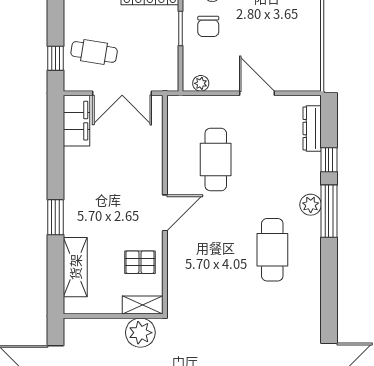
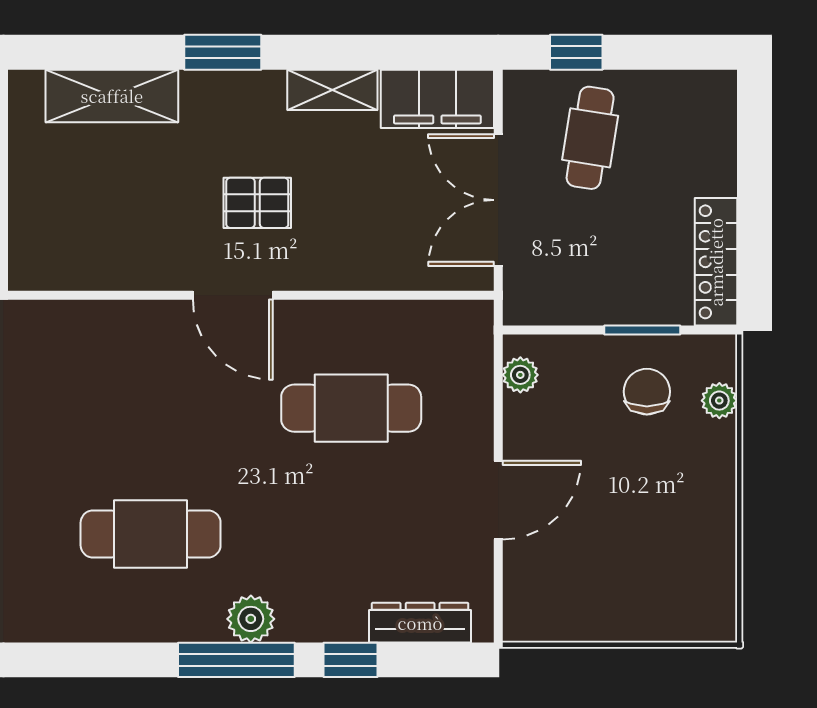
chair: (208, 26) -> (647, 392), turned 90
pallet: (140, 262) -> (257, 203), moved, turned 90
shelving: (143, 305) -> (332, 90), moved, turned 90

